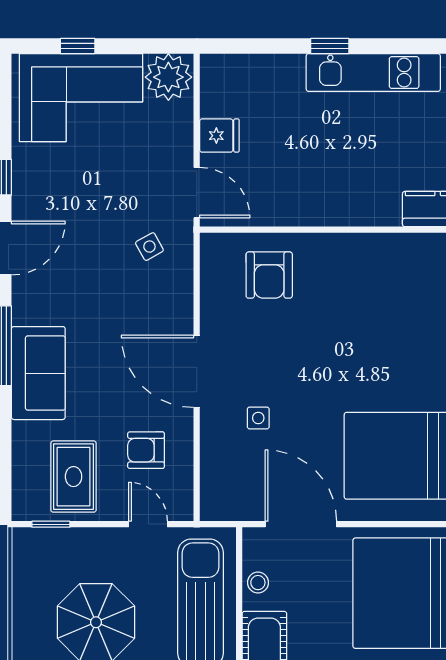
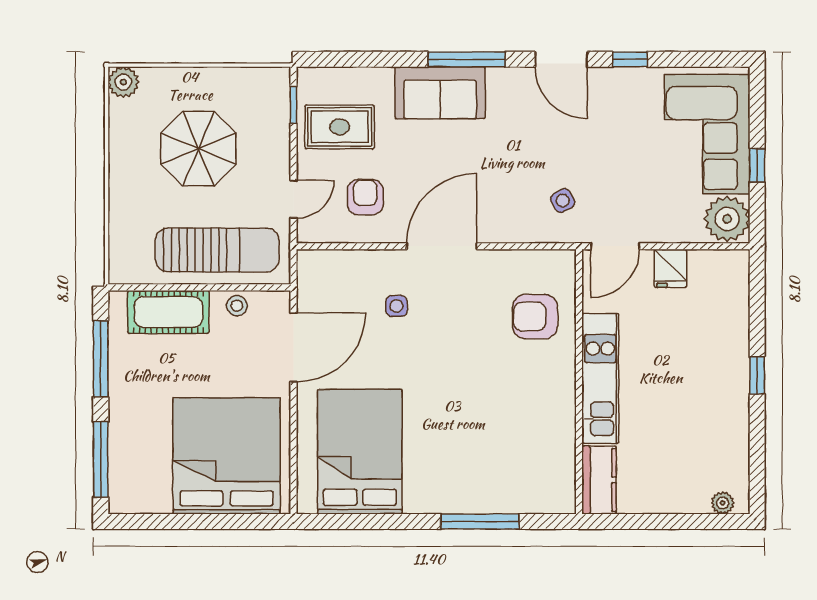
window: (78, 46) -> (757, 165), moved
kitchen unit: (373, 73) -> (600, 378), moved, turned 180

